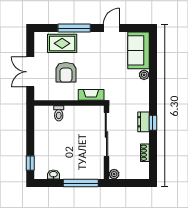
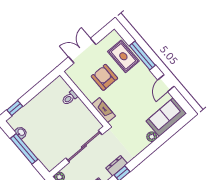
door: (112, 28) -> (166, 83), swing flipped
armchair: (66, 72) -> (104, 77), turned 90
window: (81, 183) -> (24, 149), moved

